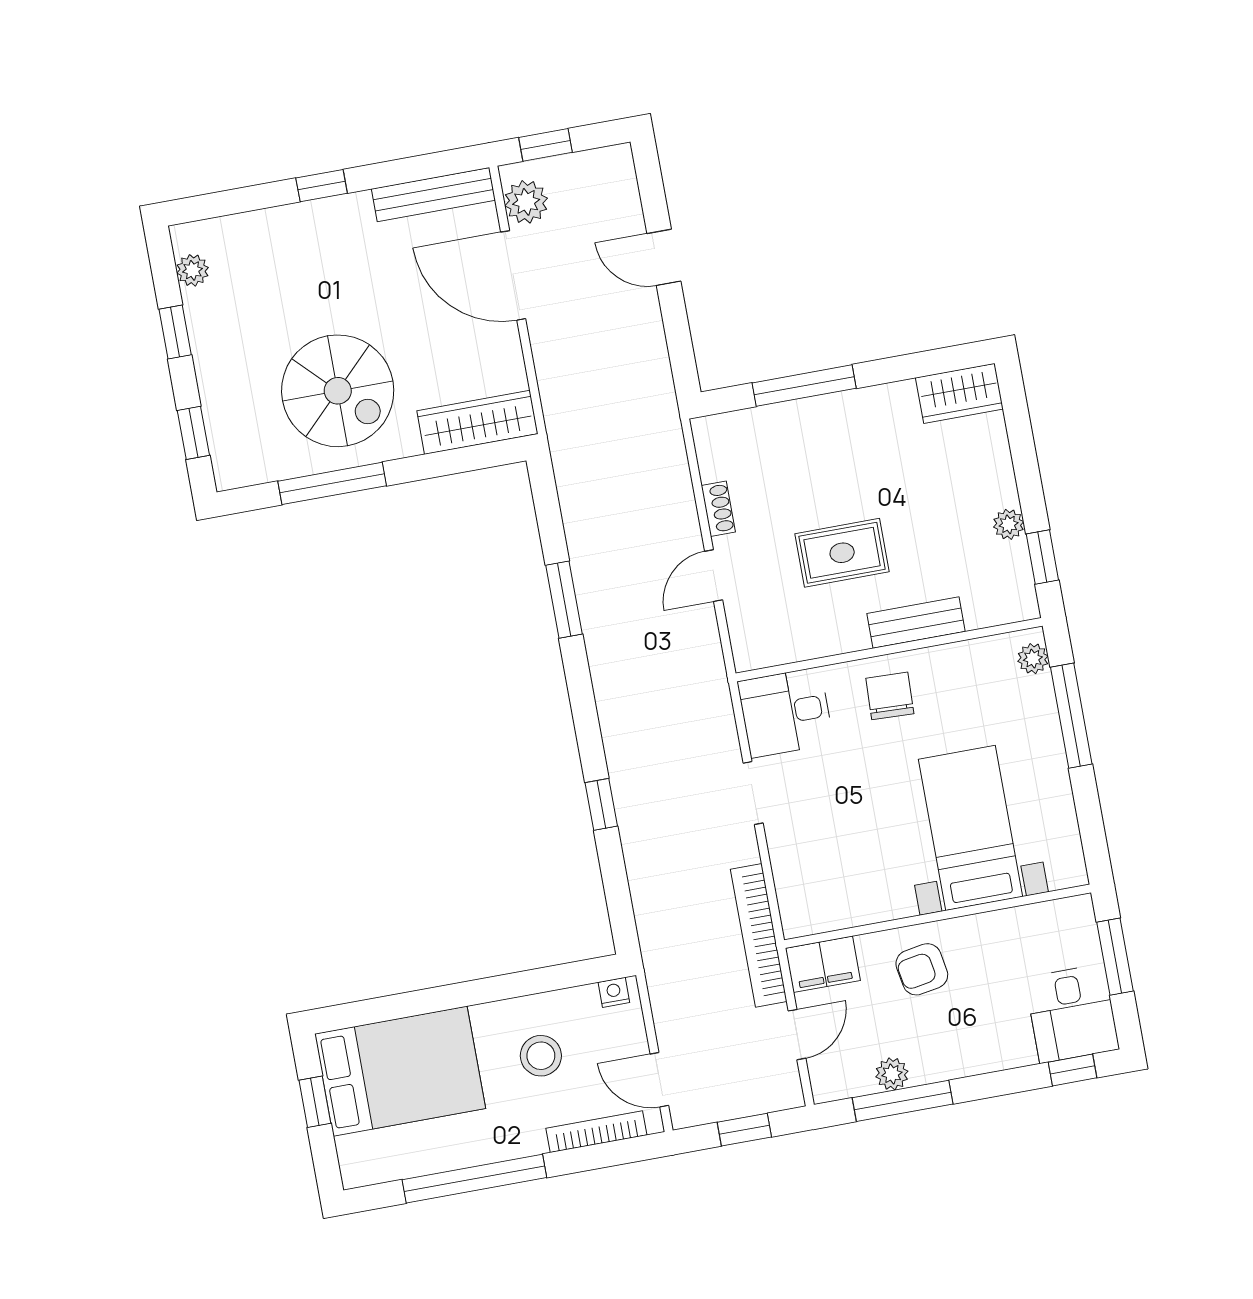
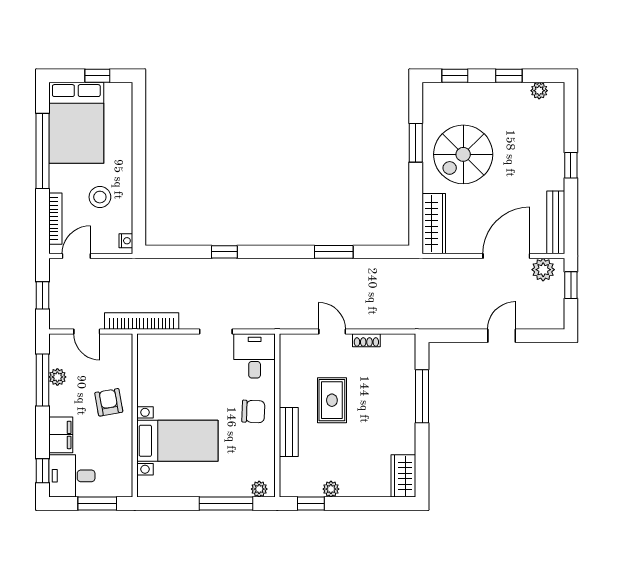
window: (332, 483) -> (416, 143), width x0.69
filing cabinet: (823, 964) -> (61, 435), moved, turned 180
bed: (400, 1071) -> (76, 123), moved

